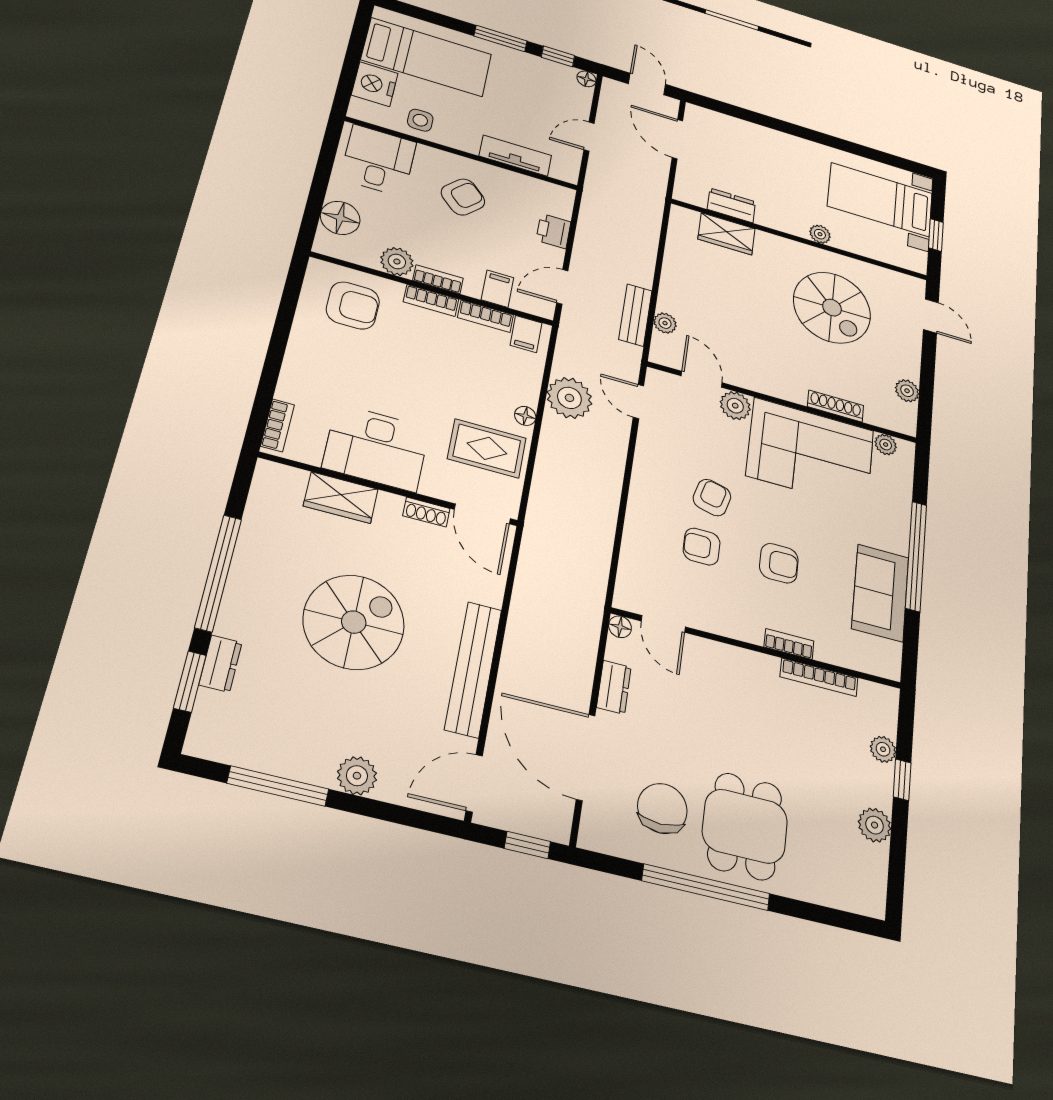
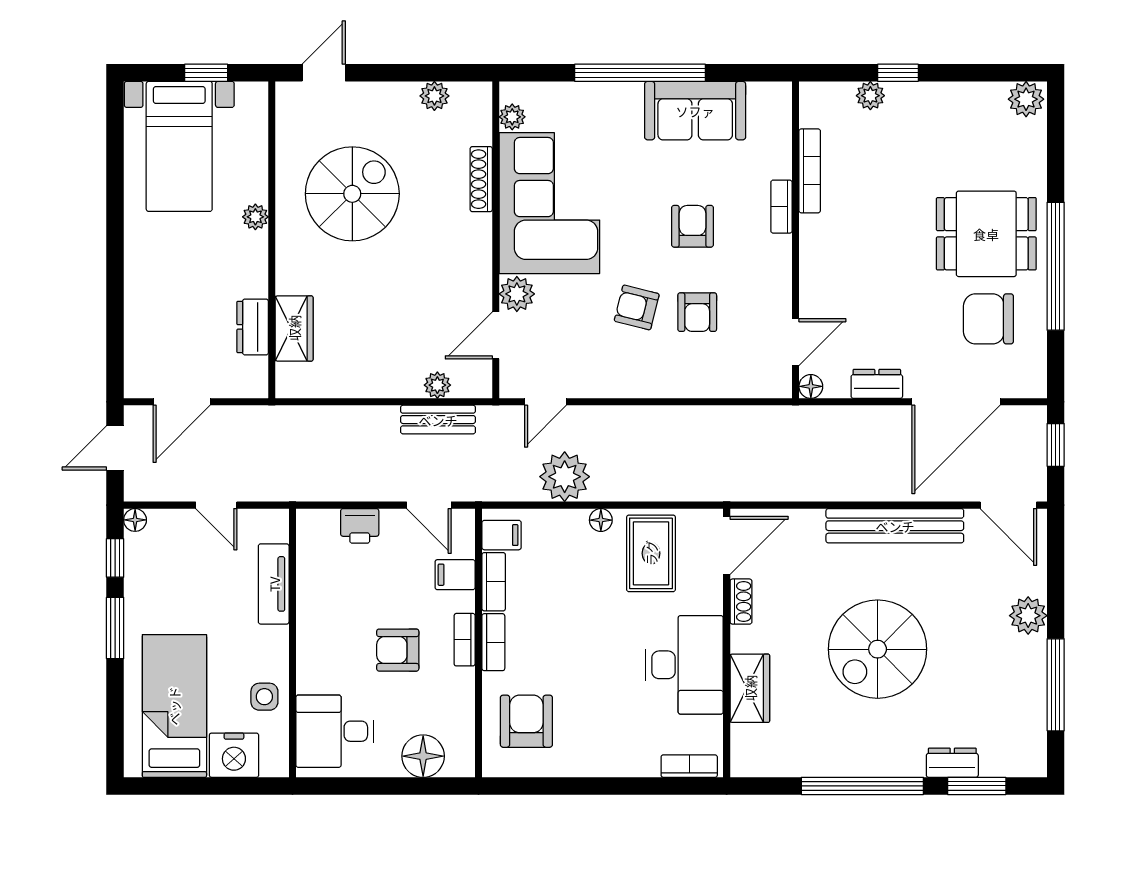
armchair: (463, 197) -> (398, 650), moved, turned -45
plant: (397, 261) -> (457, 687), removed
spiral stairs: (354, 622) -> (878, 649), turned -90
plant: (875, 825) -> (1026, 99), moved

